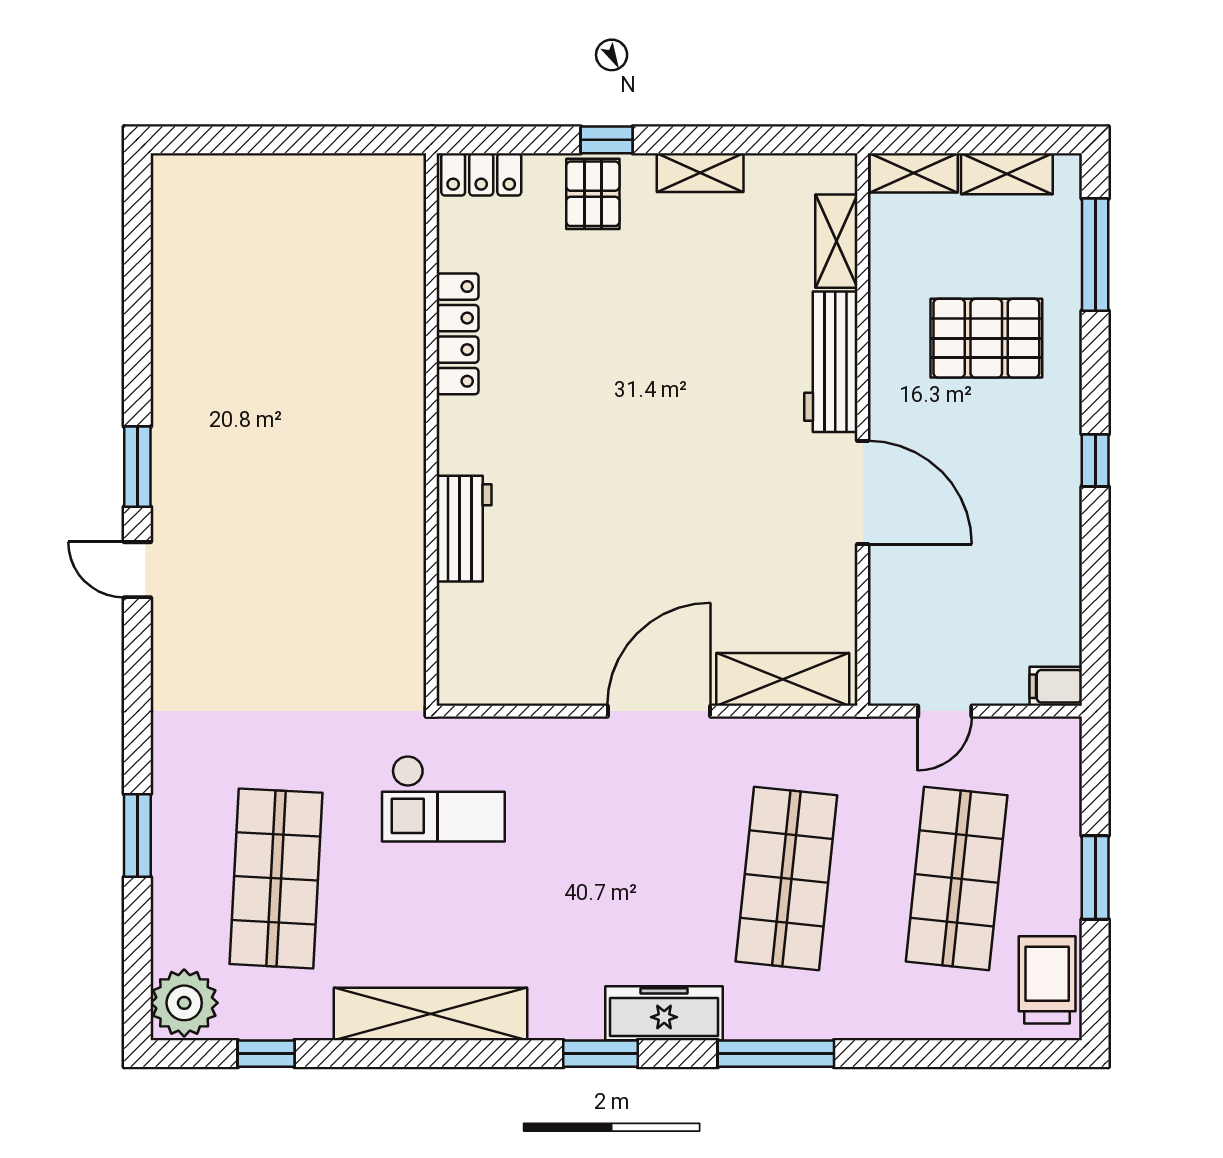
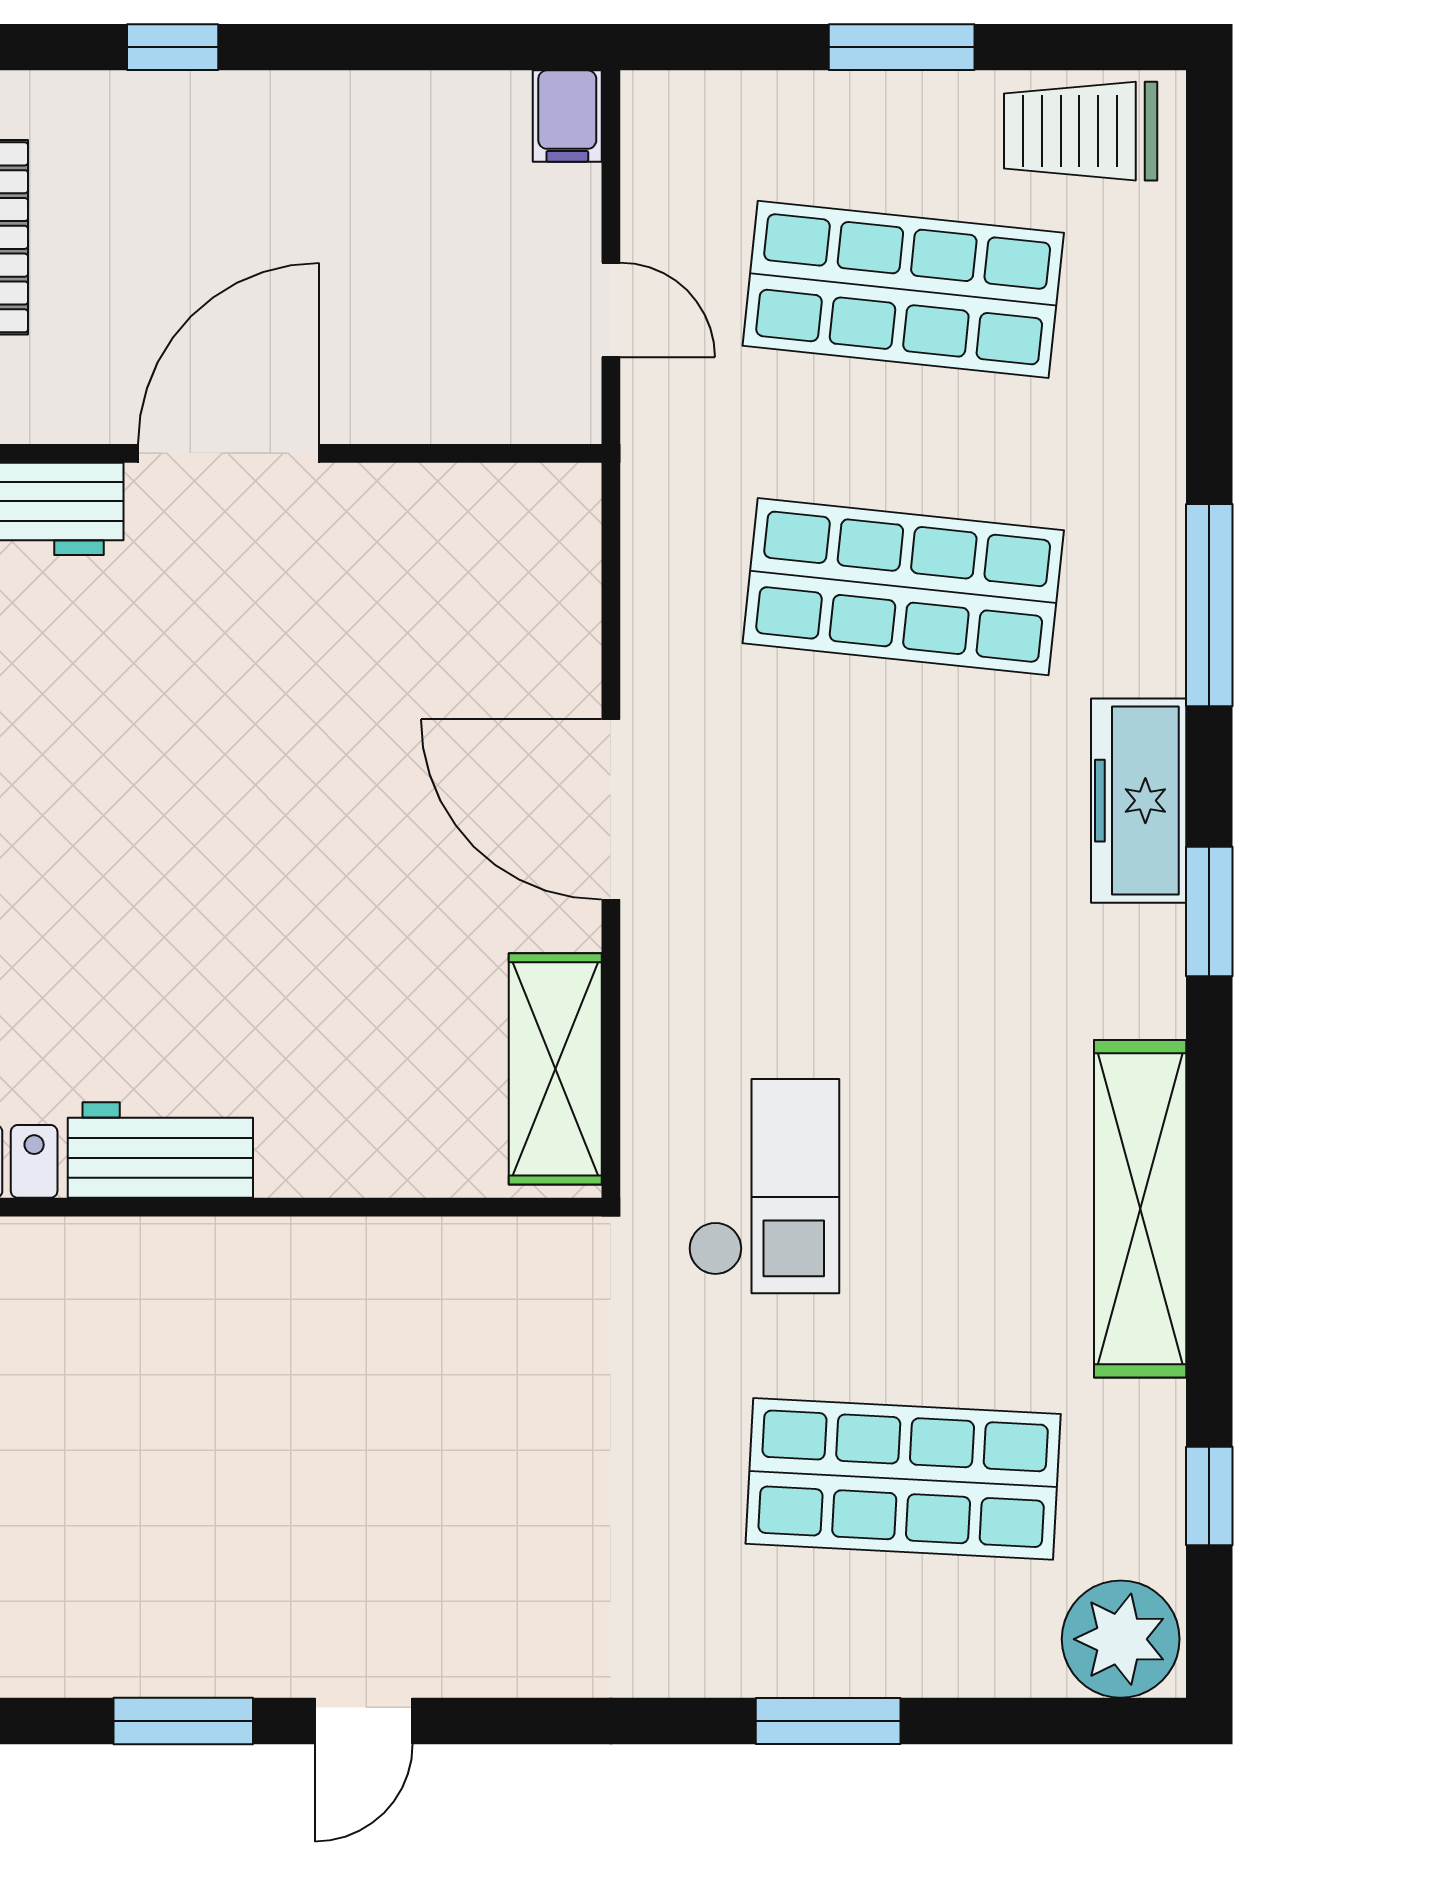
workbench: (464, 529) -> (160, 1150), moved
shelving: (783, 679) -> (555, 1069), moved

